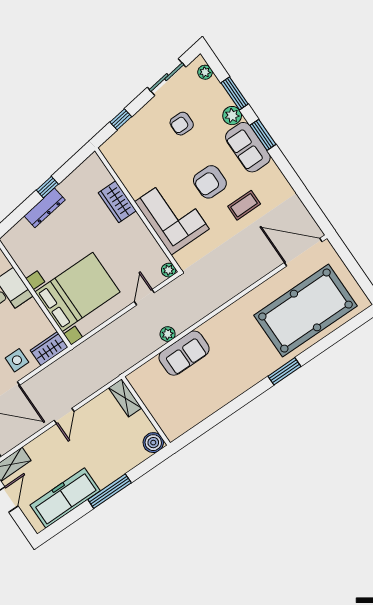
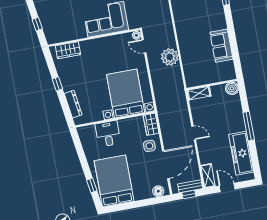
wardrobe: (117, 202) -> (68, 50), moved
dresser: (45, 208) -> (73, 104), moved
door: (144, 297) -> (144, 46), moved
plant: (168, 334) -> (170, 57), width x1.88, depth x1.88
sofa: (184, 353) -> (221, 46), moved, turned 180

